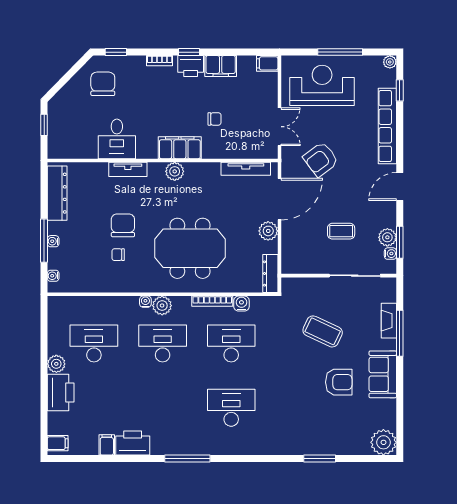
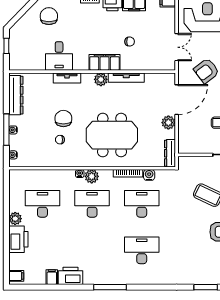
tv unit: (246, 169) -> (126, 78), moved

